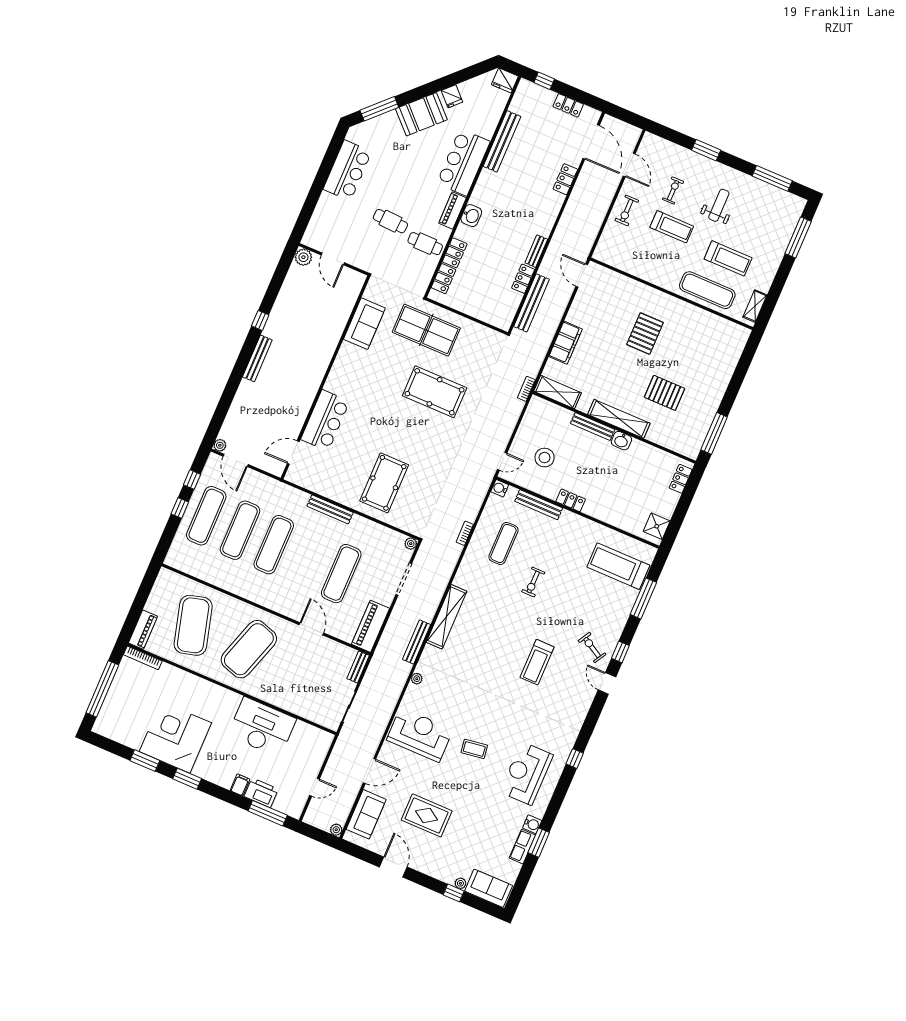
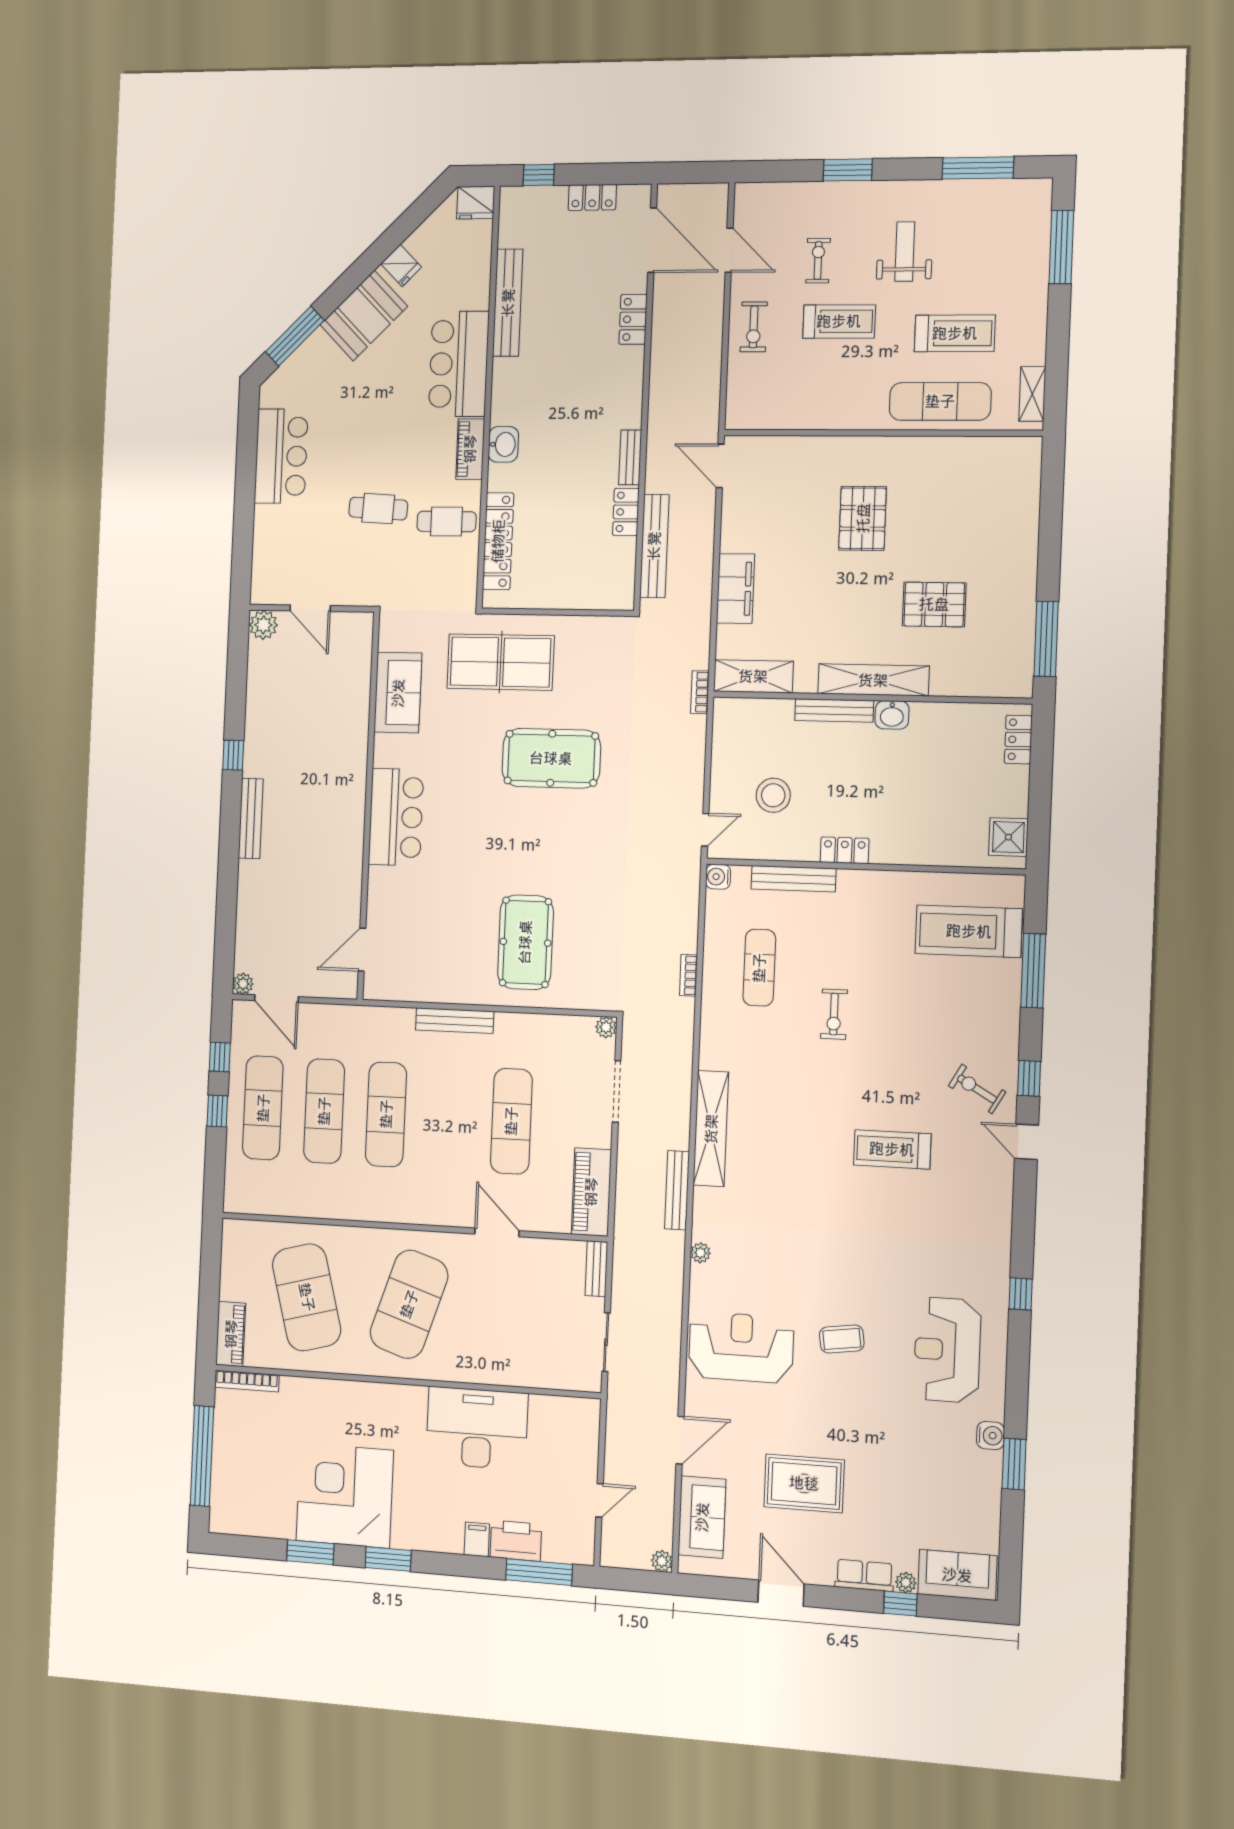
bar counter: (325, 420) -> (396, 817), moved
treadmill: (537, 662) -> (892, 1149), turned 90
row of seats: (522, 847) -> (864, 1575), moved, turned 90

